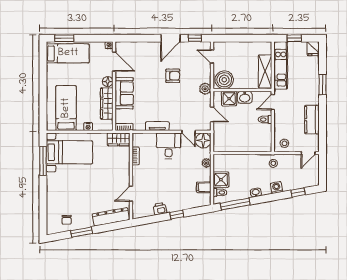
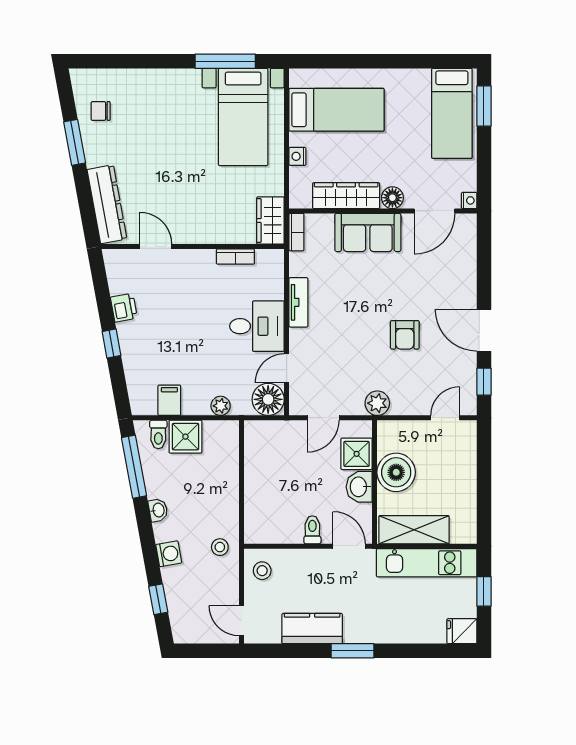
boiler: (224, 80) -> (396, 472), moved
window: (322, 85) -> (353, 651), moved

